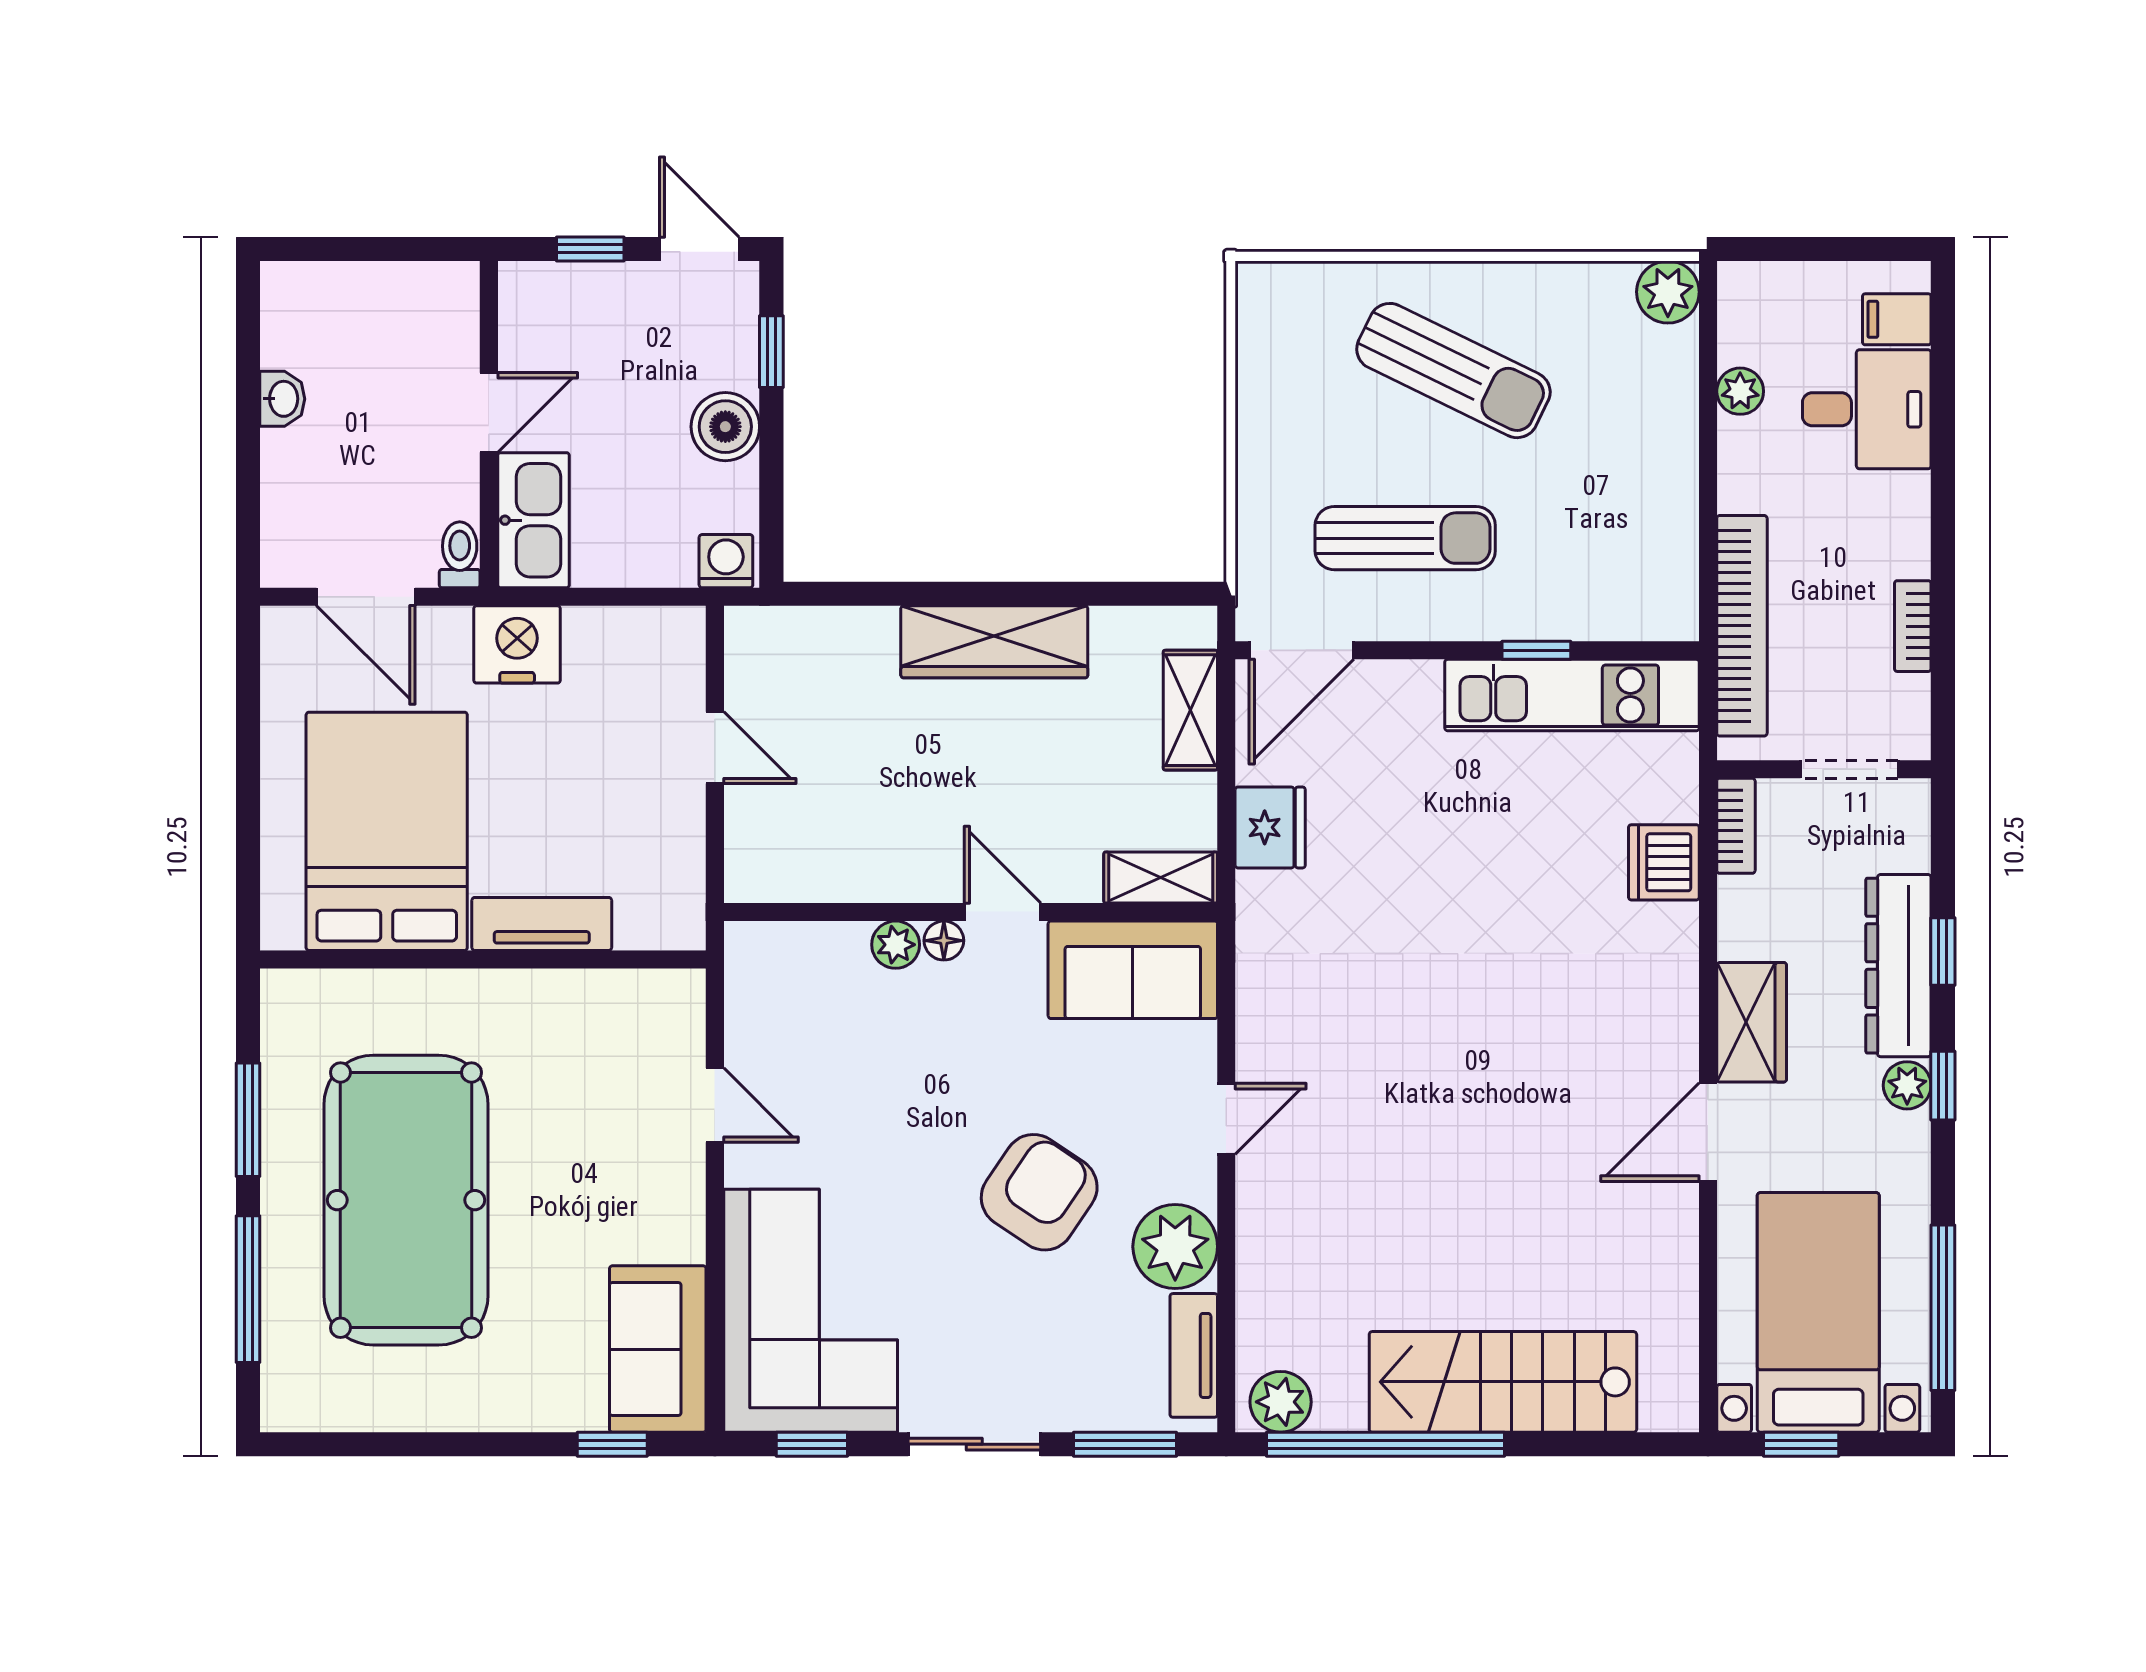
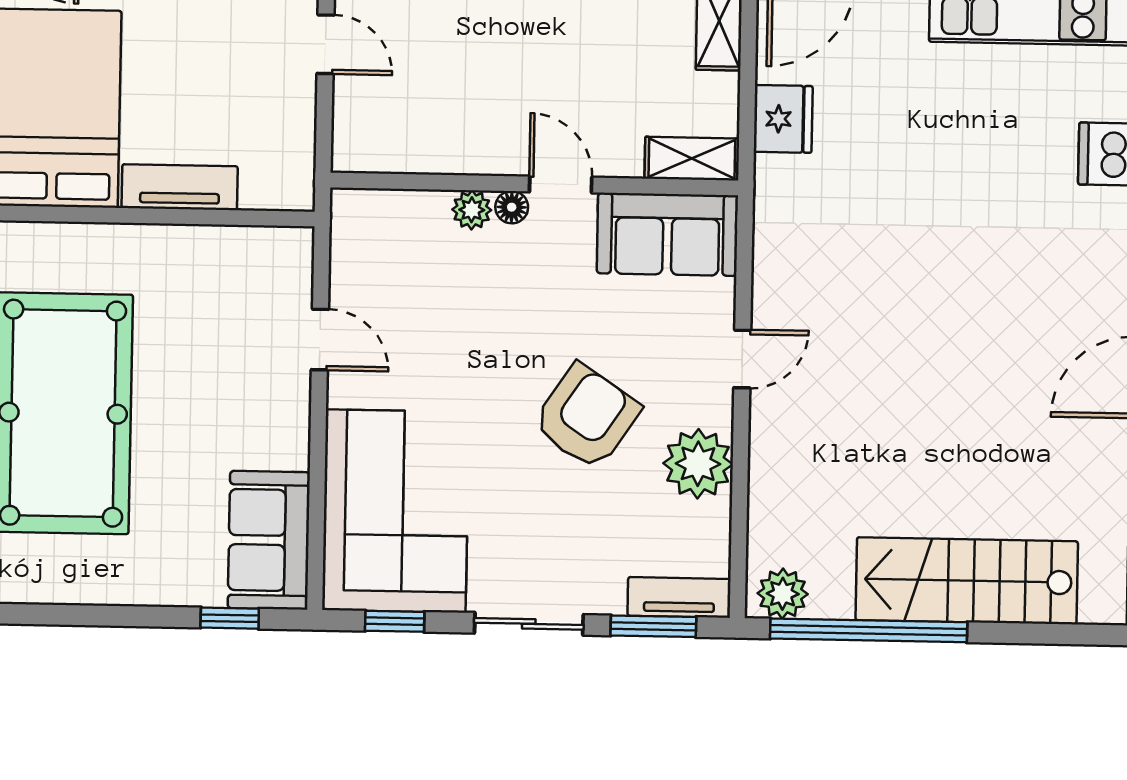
tv unit: (1194, 1355) -> (679, 597), moved, turned 90

